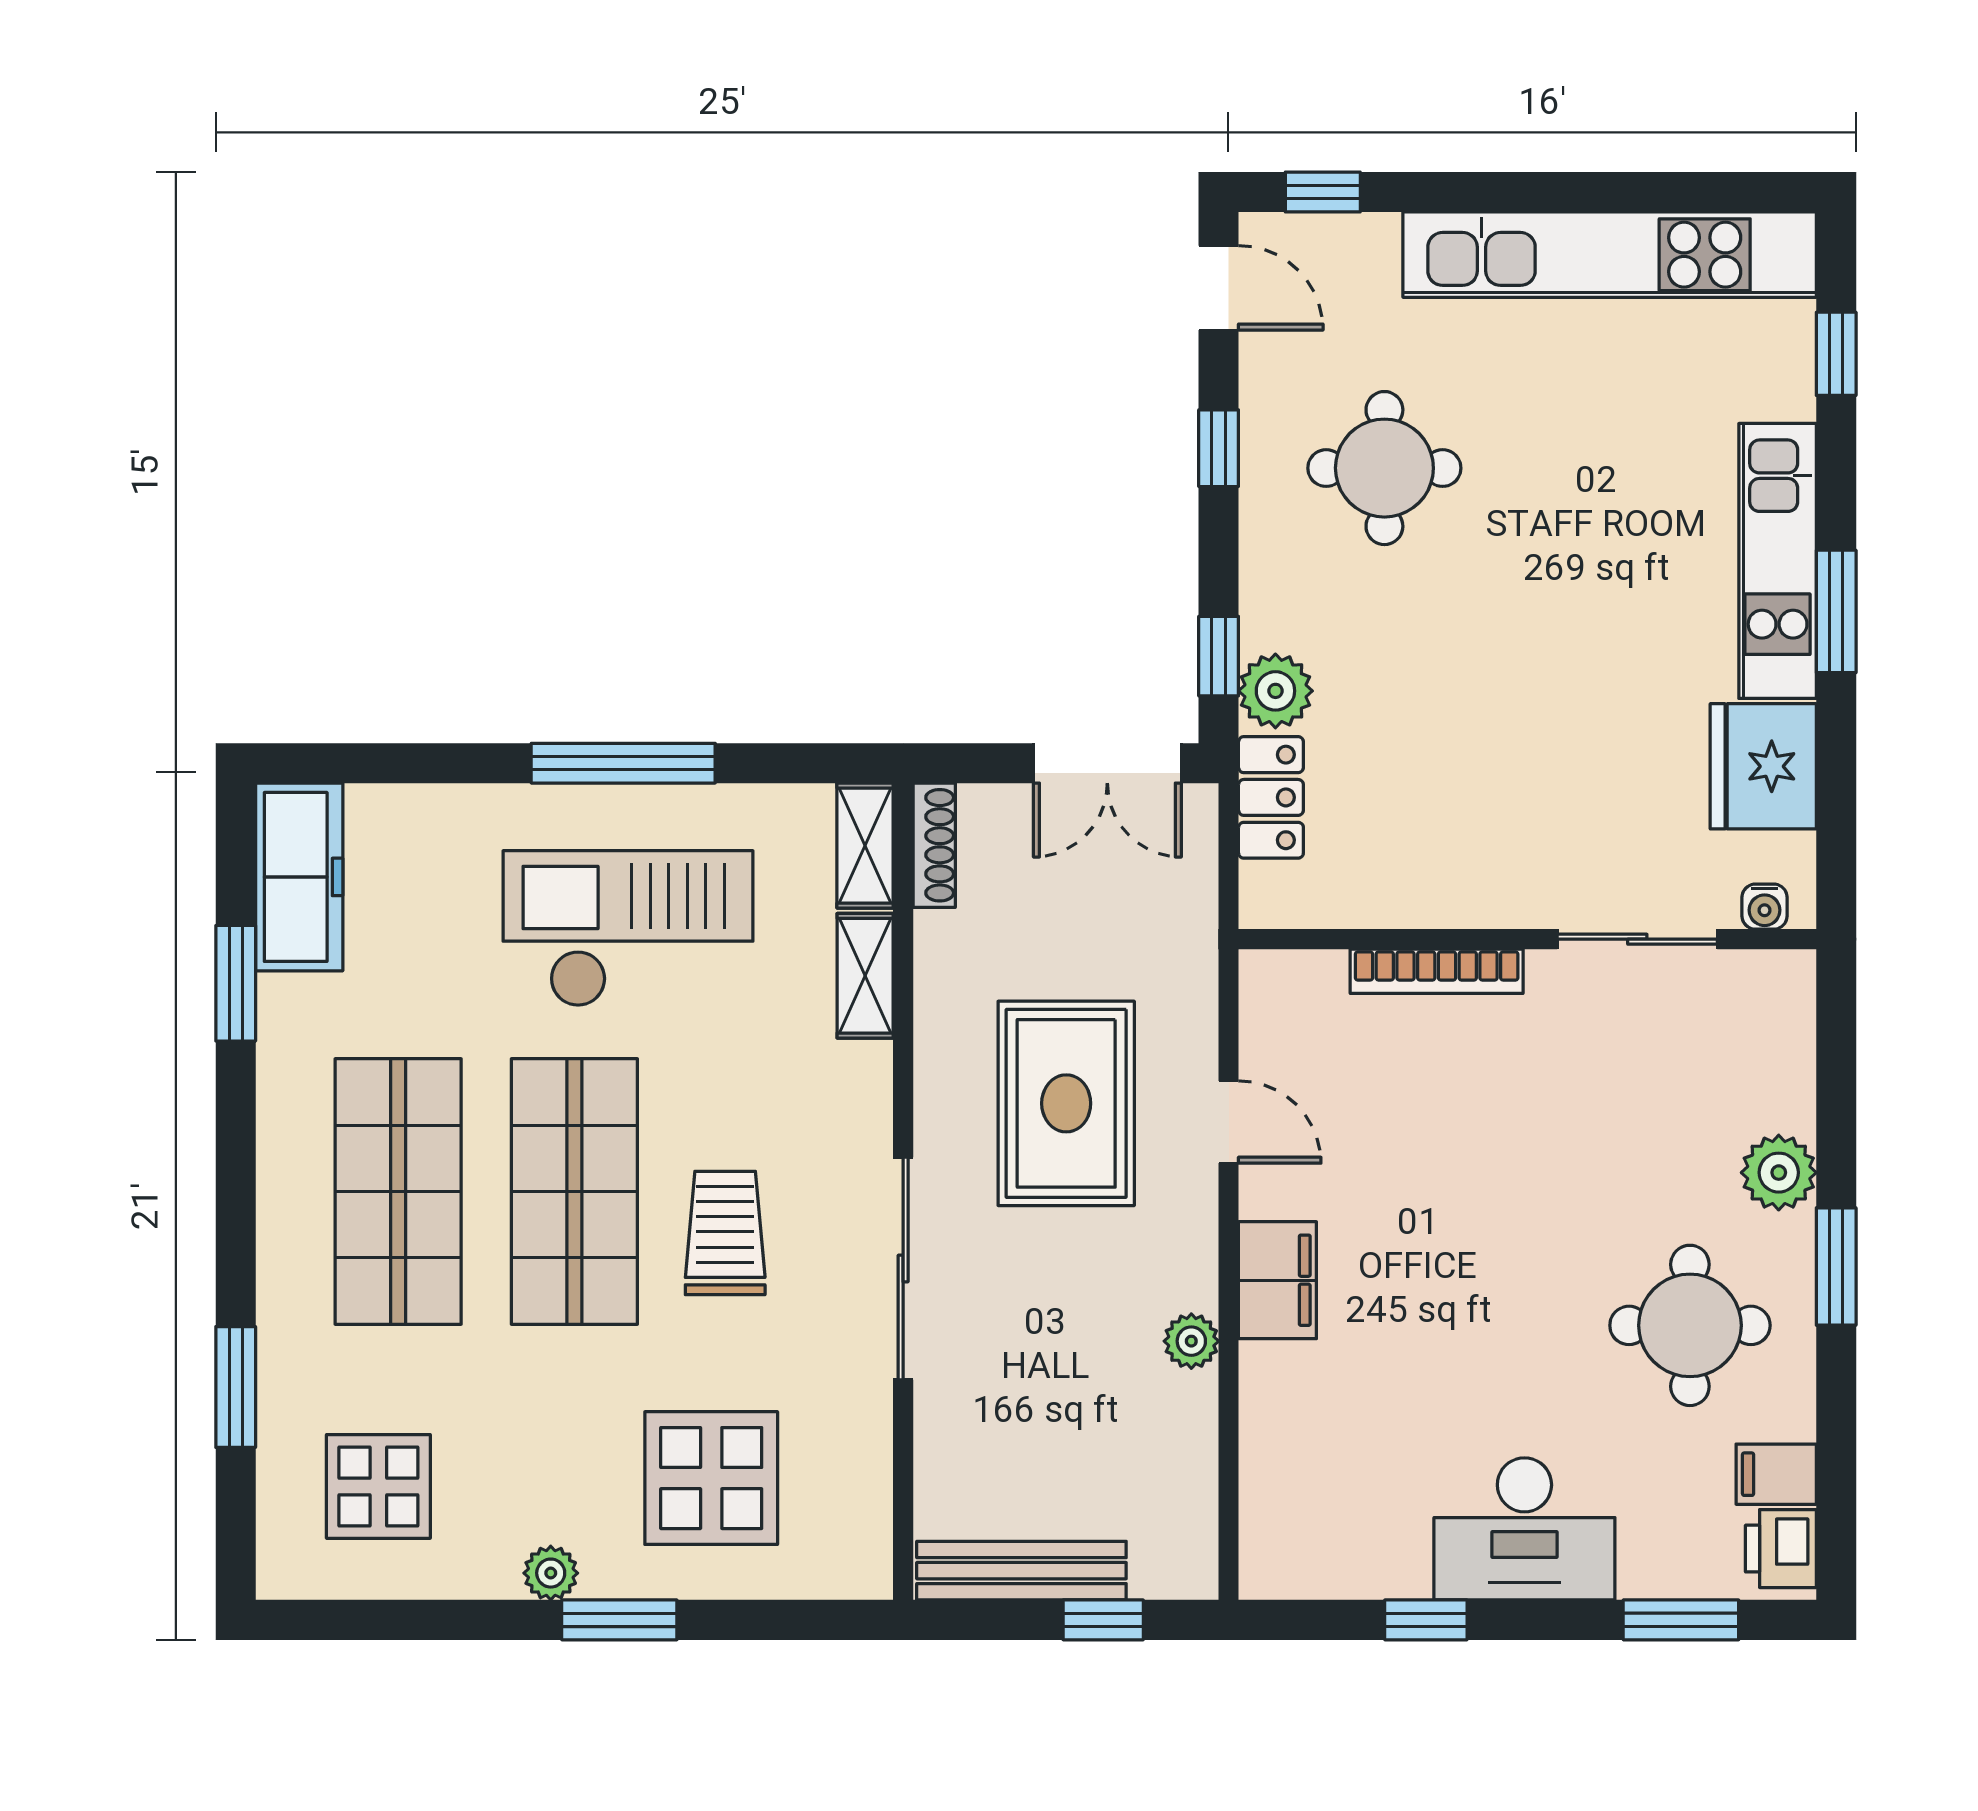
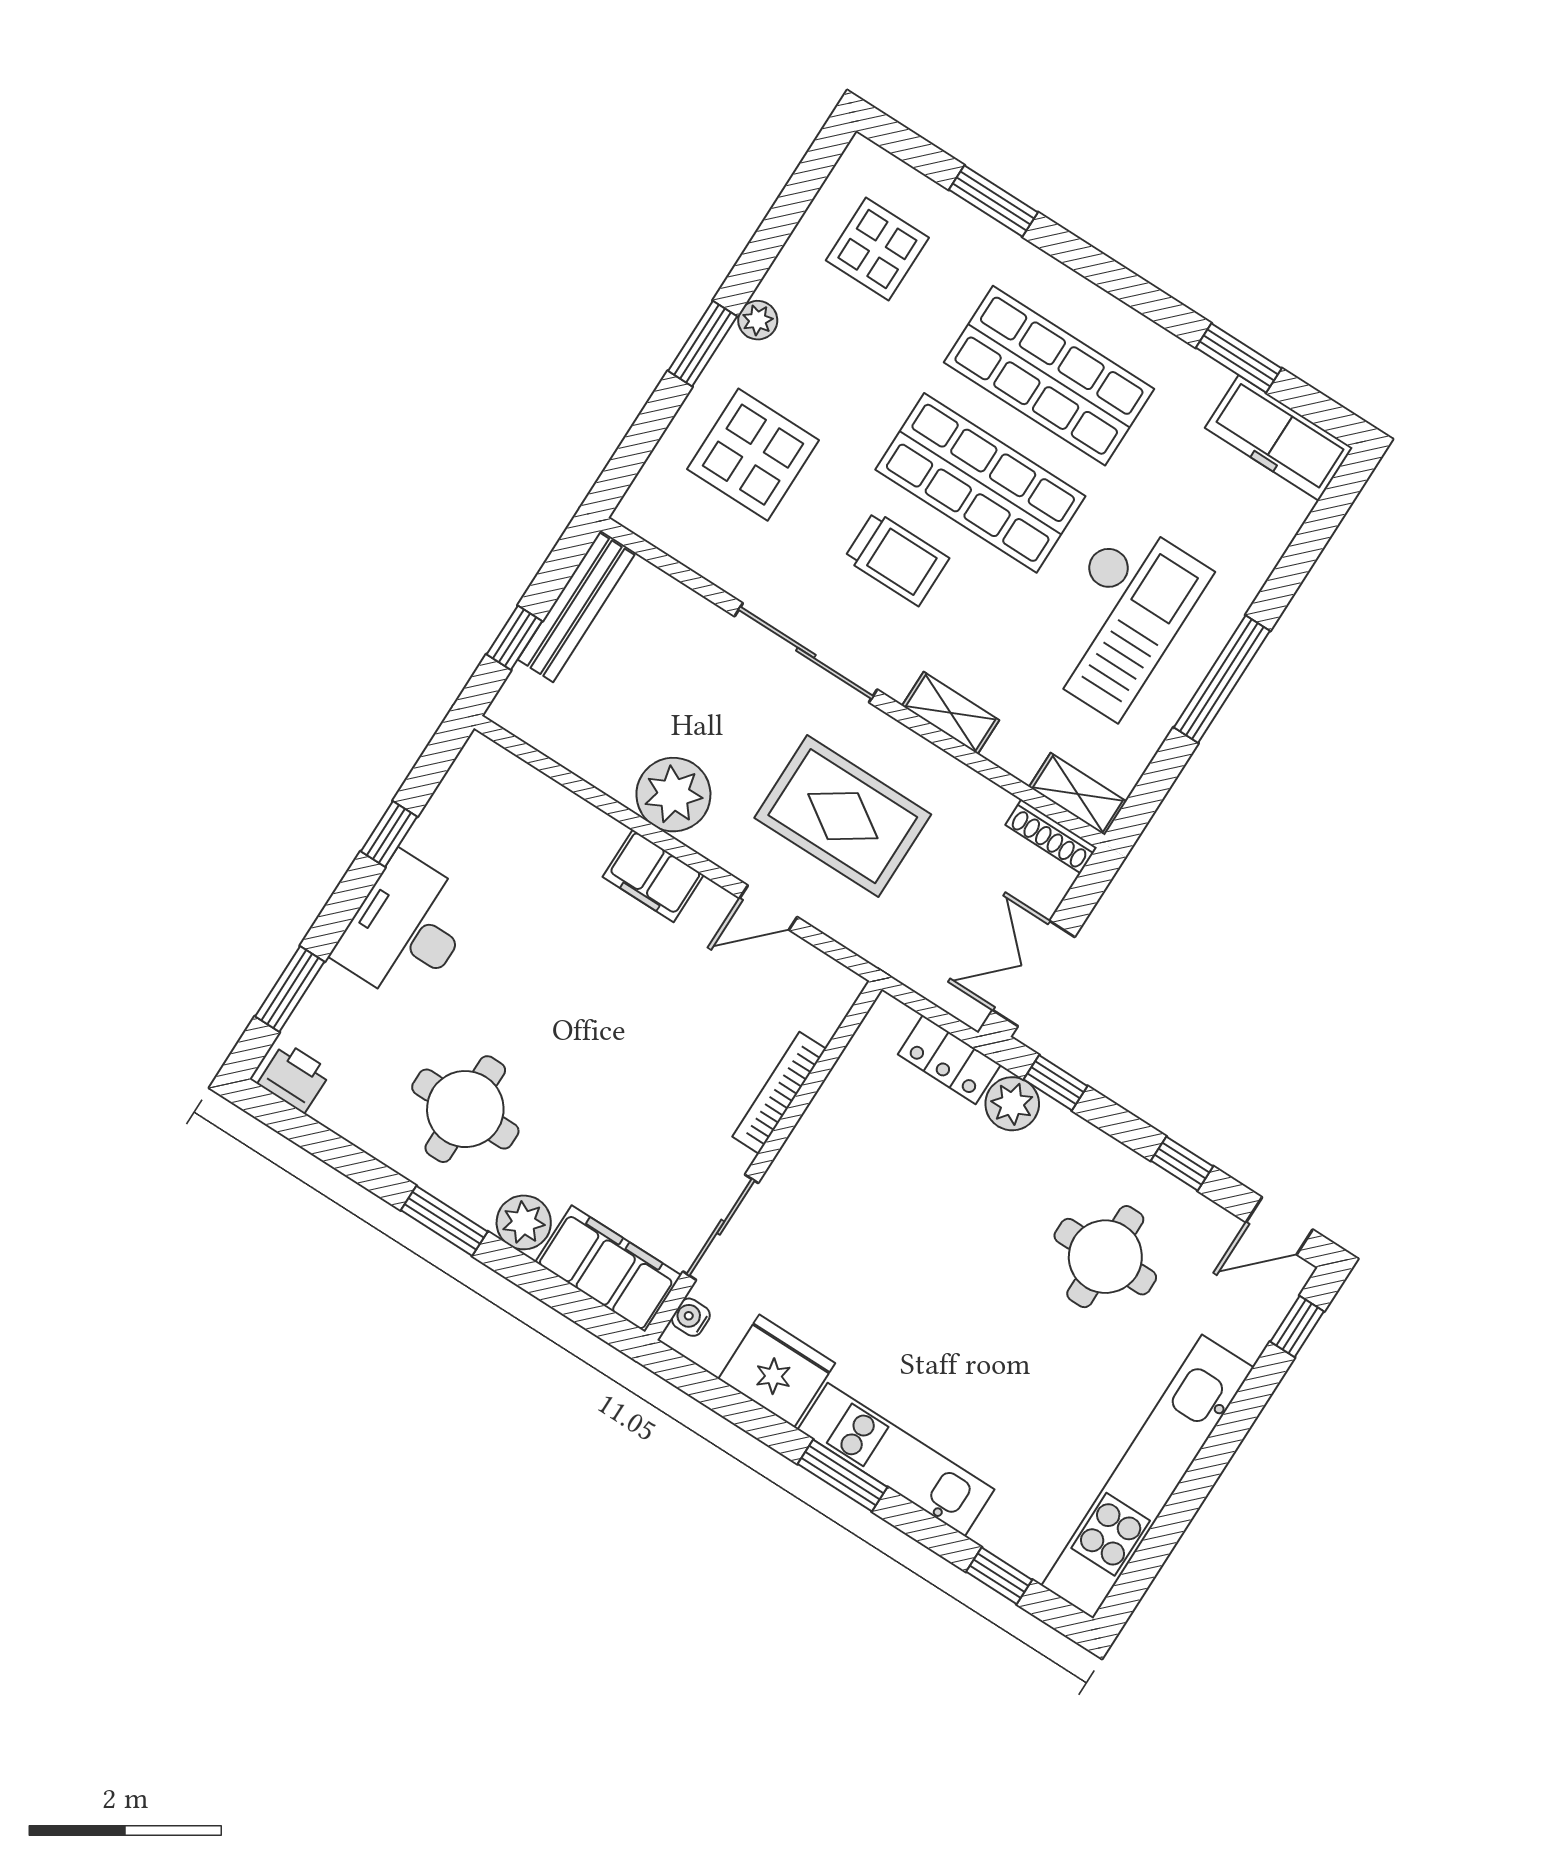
shelving: (865, 976) -> (951, 713), moved
plant: (1191, 1341) -> (673, 795), width x1.87, depth x1.87
filing cabinet: (1776, 1474) -> (608, 1269), moved, width x3.00, depth x1.17

